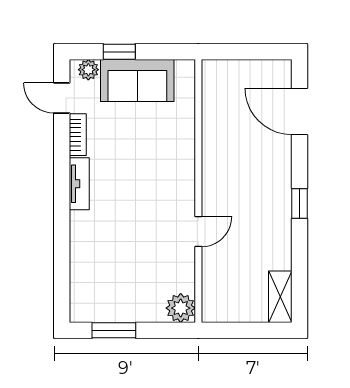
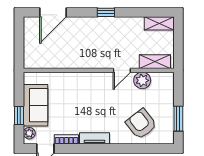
door: (198, 232) -> (122, 70), swing flipped
armchair: (105, 265) -> (141, 124), added
shelving: (214, 289) -> (155, 62), added
plant: (181, 308) -> (142, 80), moved

